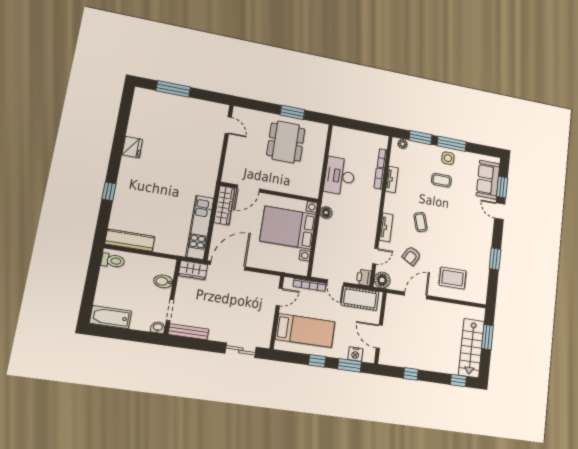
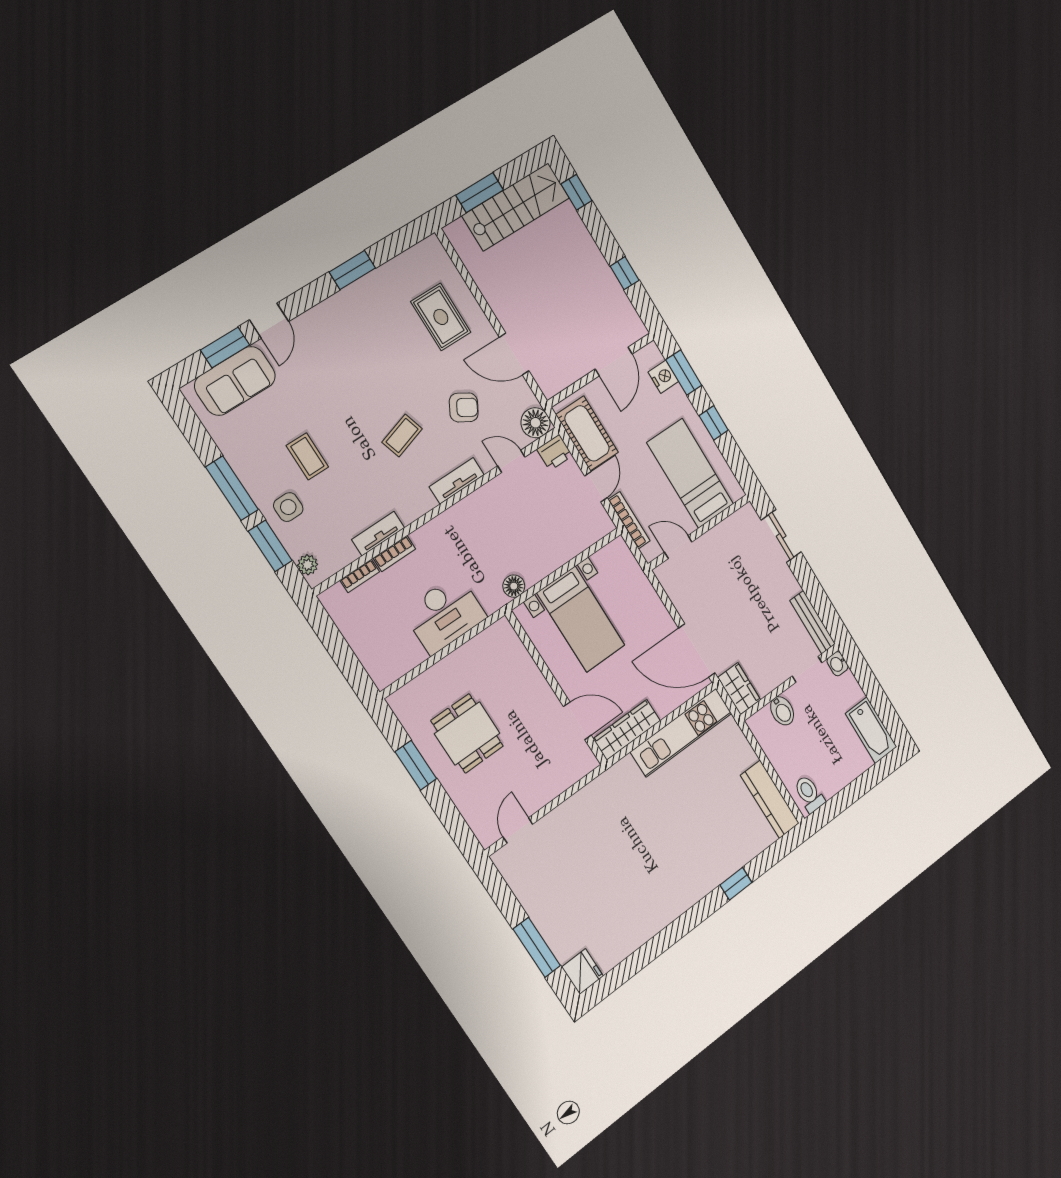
dining table: (286, 142) -> (467, 733), width x0.73
fridge: (132, 147) -> (583, 971), moved, turned 90
side table: (448, 158) -> (288, 507), moved
bed with nightstands: (288, 228) -> (581, 619), width x0.73

